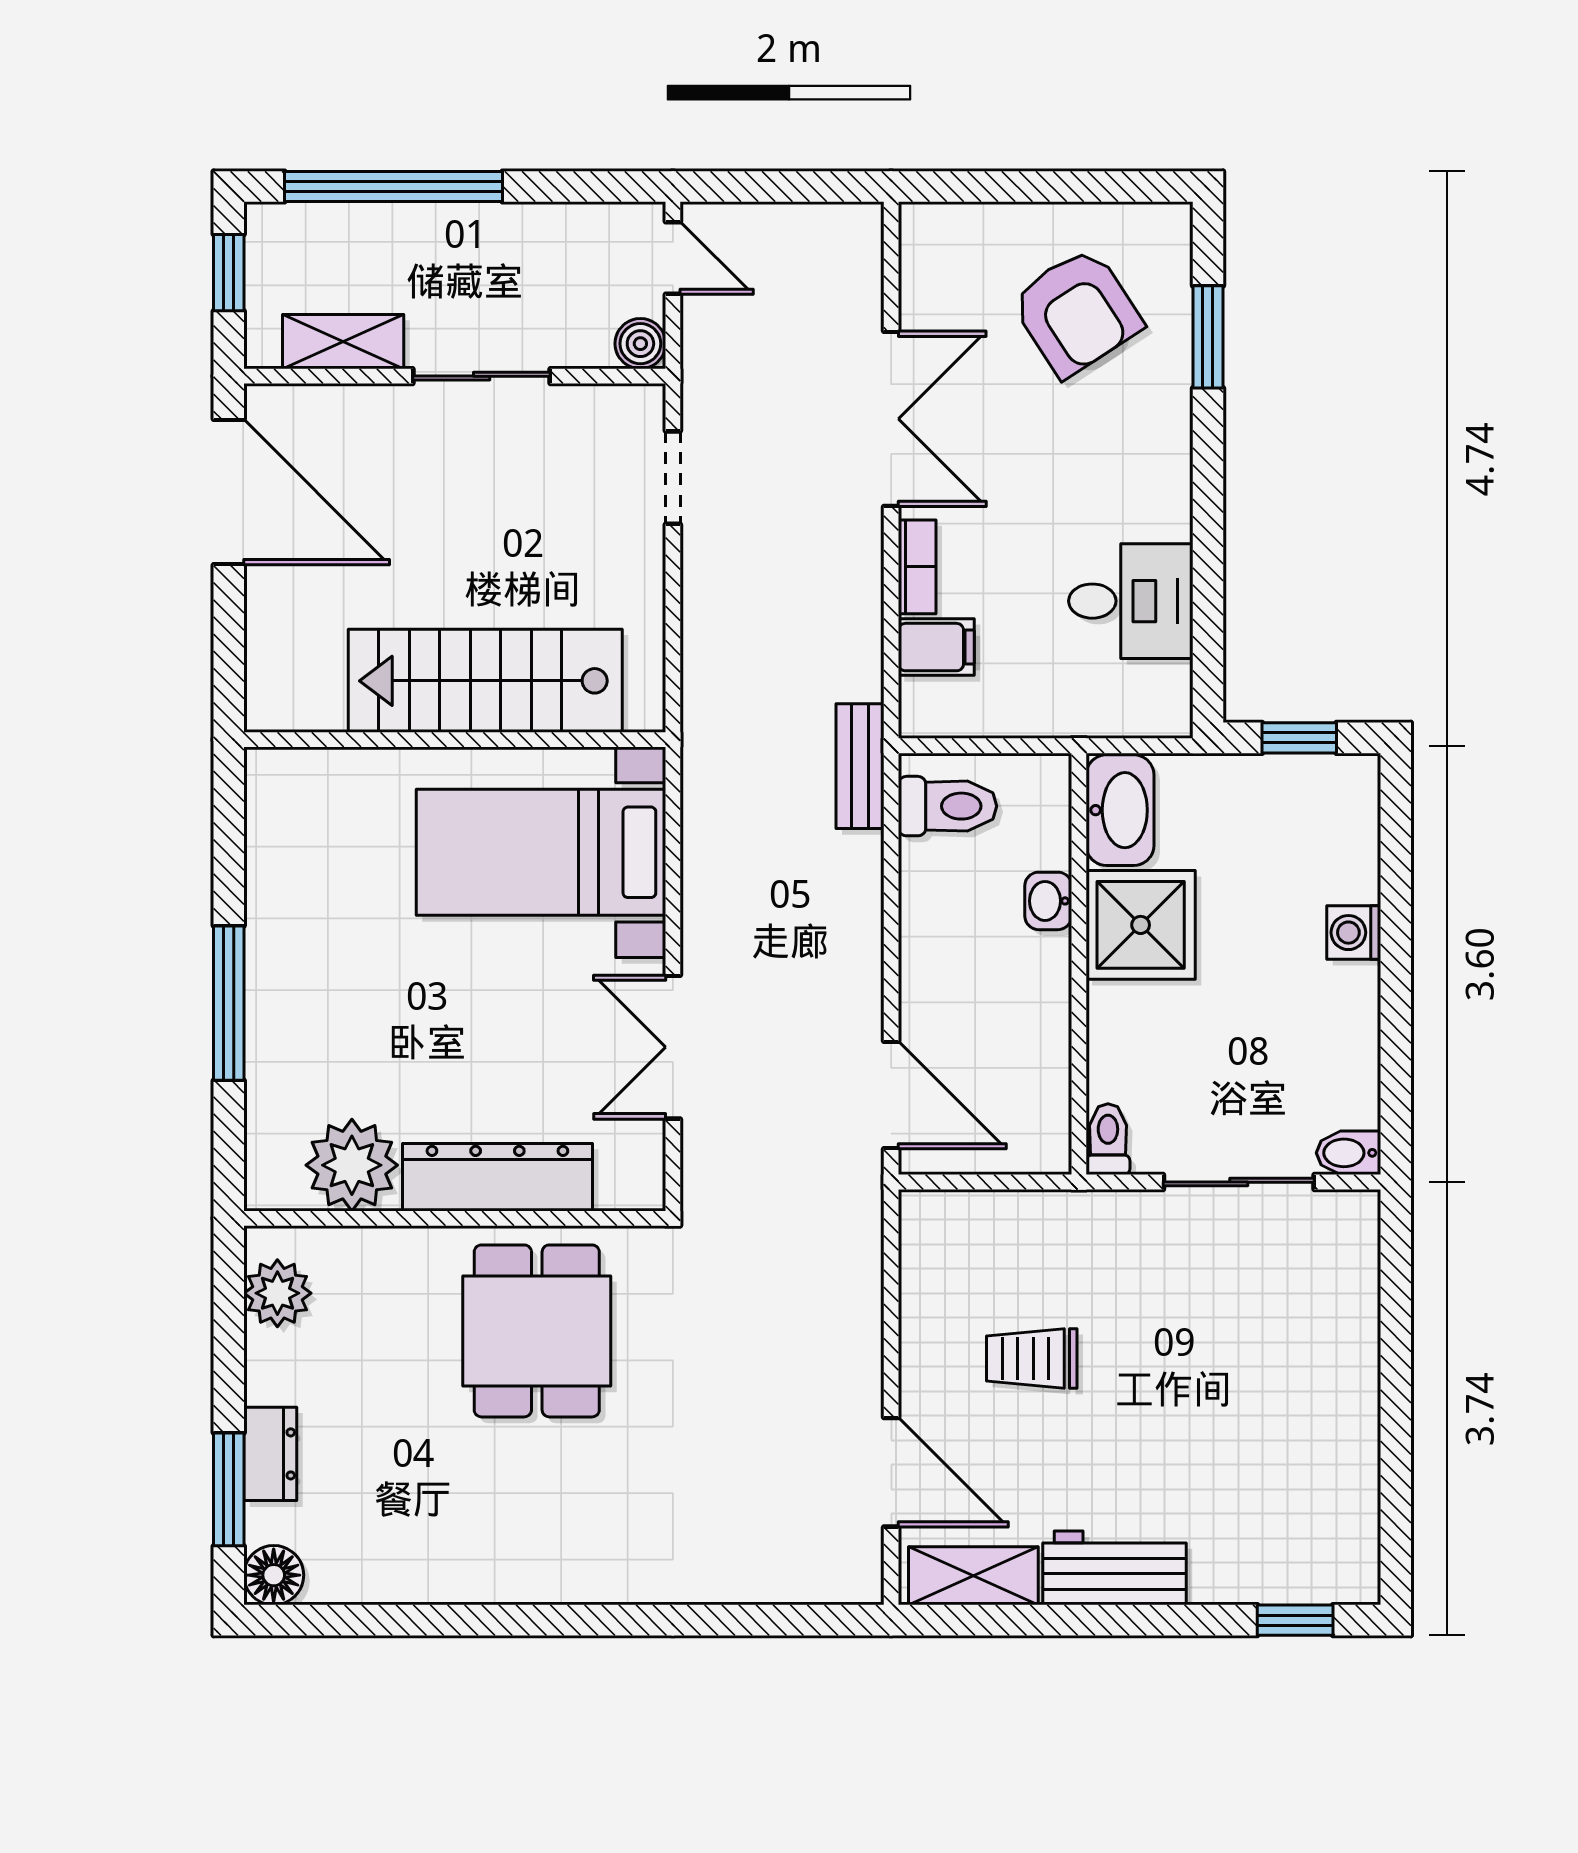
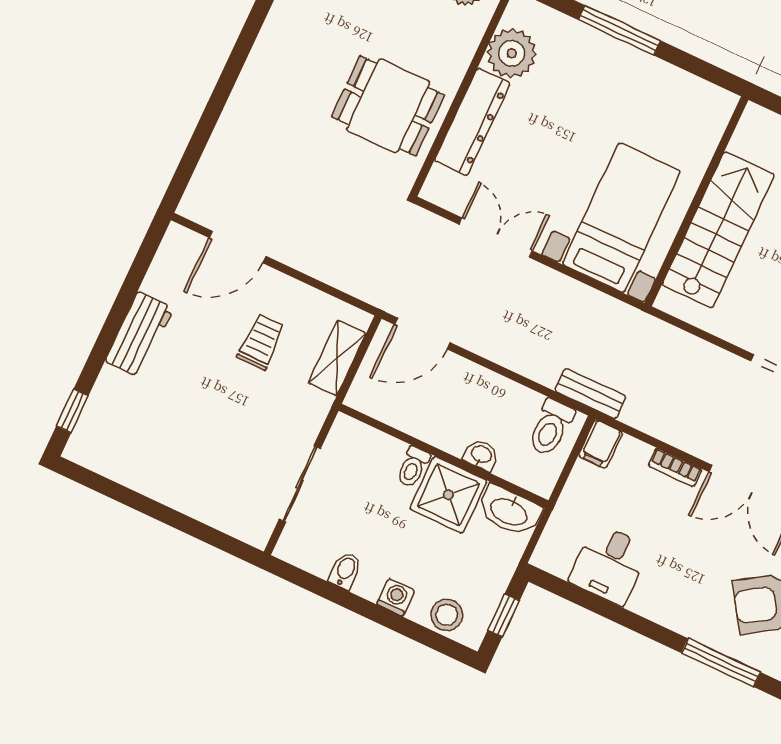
window: (1208, 337) -> (721, 663), width x1.44
filing cabinet: (936, 647) -> (600, 444), moved
stool: (1343, 833) -> (447, 615), added
toilet: (1108, 1139) -> (413, 467), moved, turned 90
bidet: (1348, 1153) -> (345, 571), moved
shelving: (973, 1576) -> (337, 358), moved

